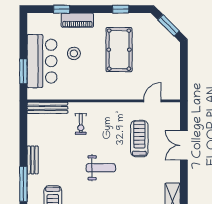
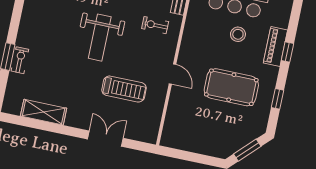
window: (62, 9) -> (287, 52), moved
door: (152, 101) -> (173, 74), moved
weight bench: (101, 168) -> (100, 38), width x1.36, depth x1.33

